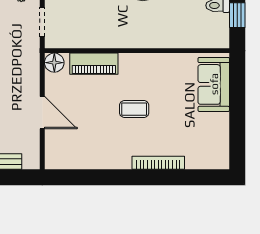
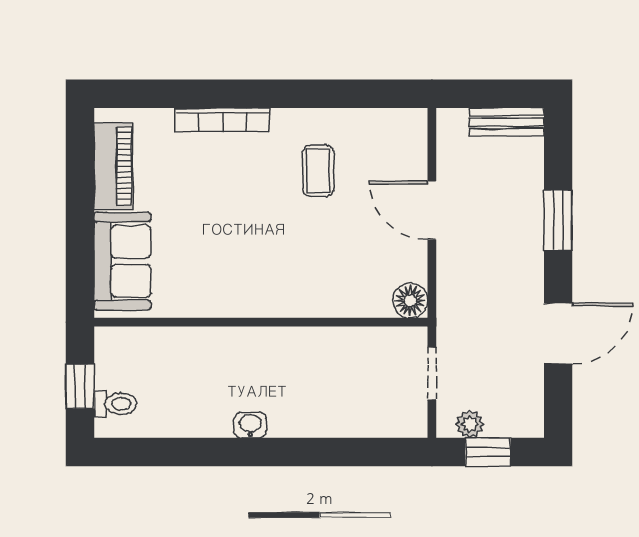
piano: (94, 64) -> (113, 166), moved, turned 90
coffee table: (134, 109) -> (318, 171), moved, turned 90

